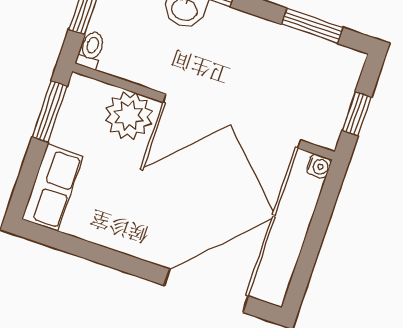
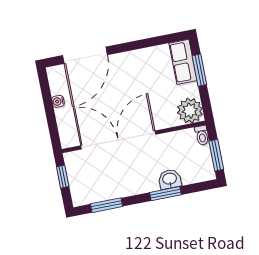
window: (50, 112) -> (199, 70), moved
plant: (129, 116) -> (190, 111), moved
water cooler: (319, 166) -> (58, 101), moved

